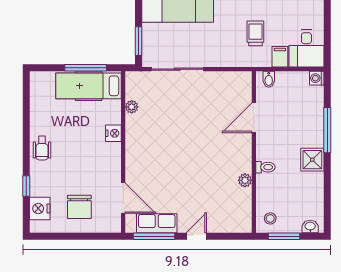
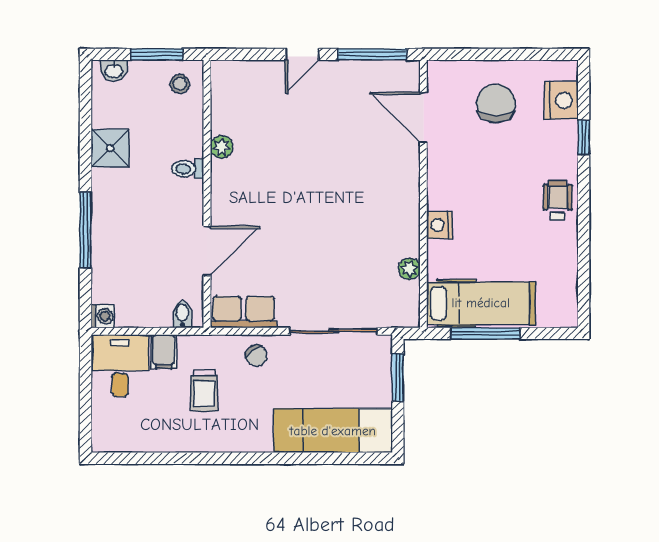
chair: (224, 54) -> (256, 356), added
shower: (312, 160) -> (110, 148), moved
row of seats: (157, 223) -> (244, 312), moved, turned 180

